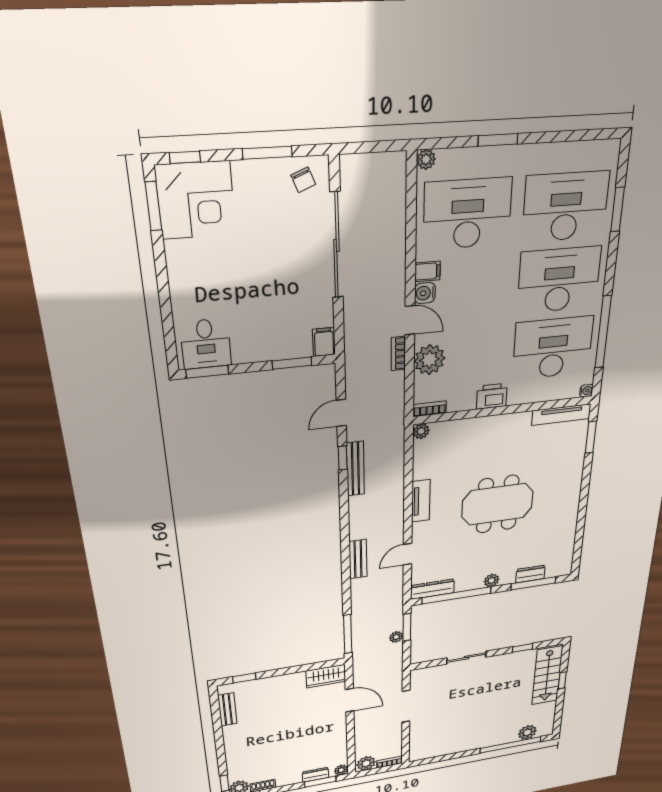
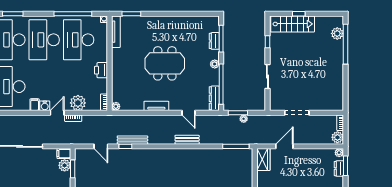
plant: (299, 346) -> (65, 165), added
meeting table: (498, 504) -> (165, 63), turned 90

